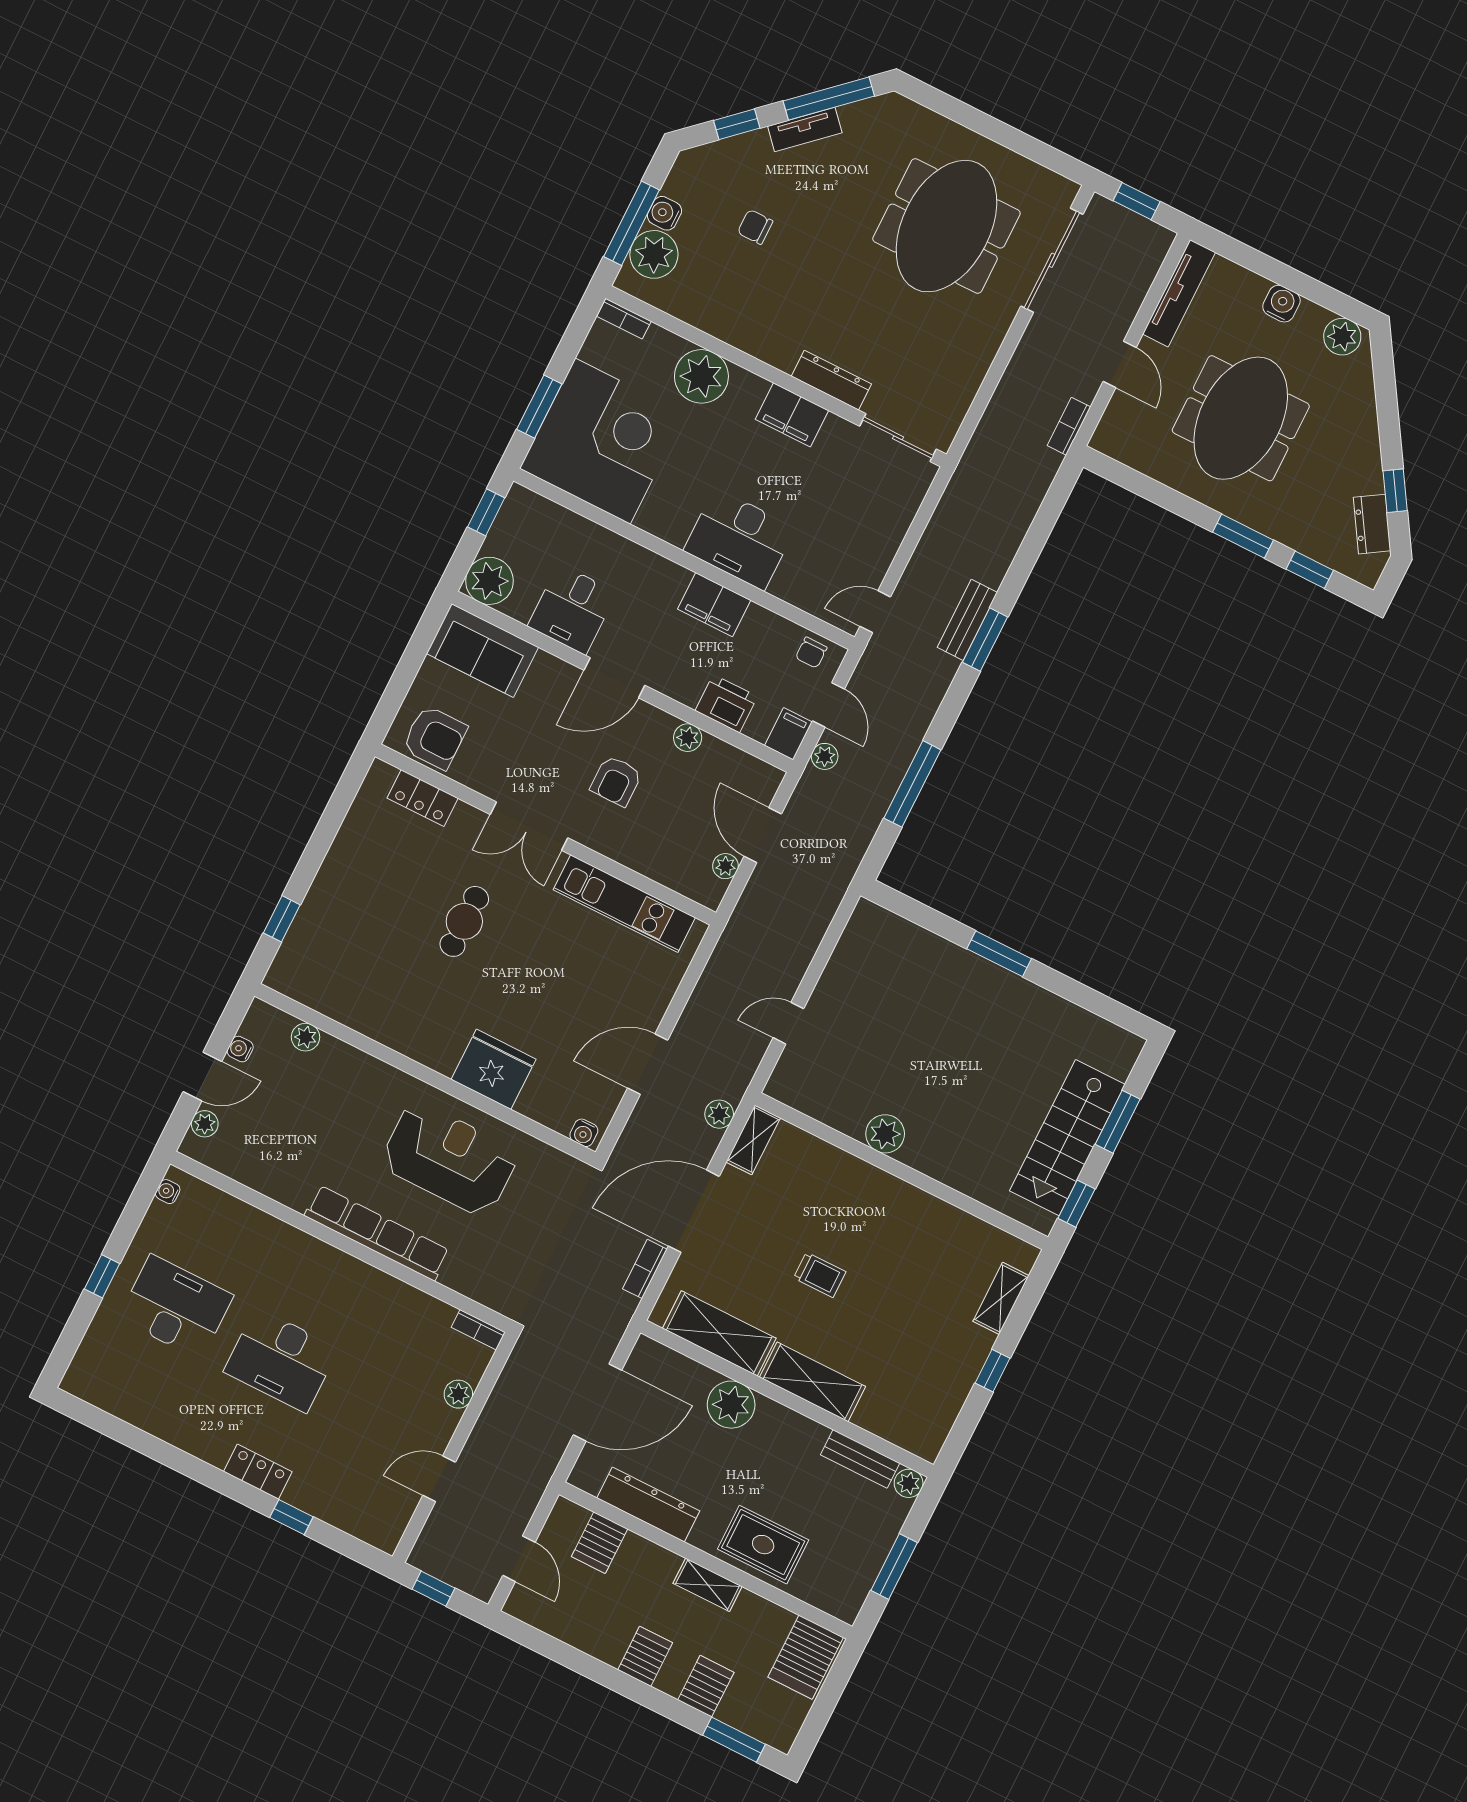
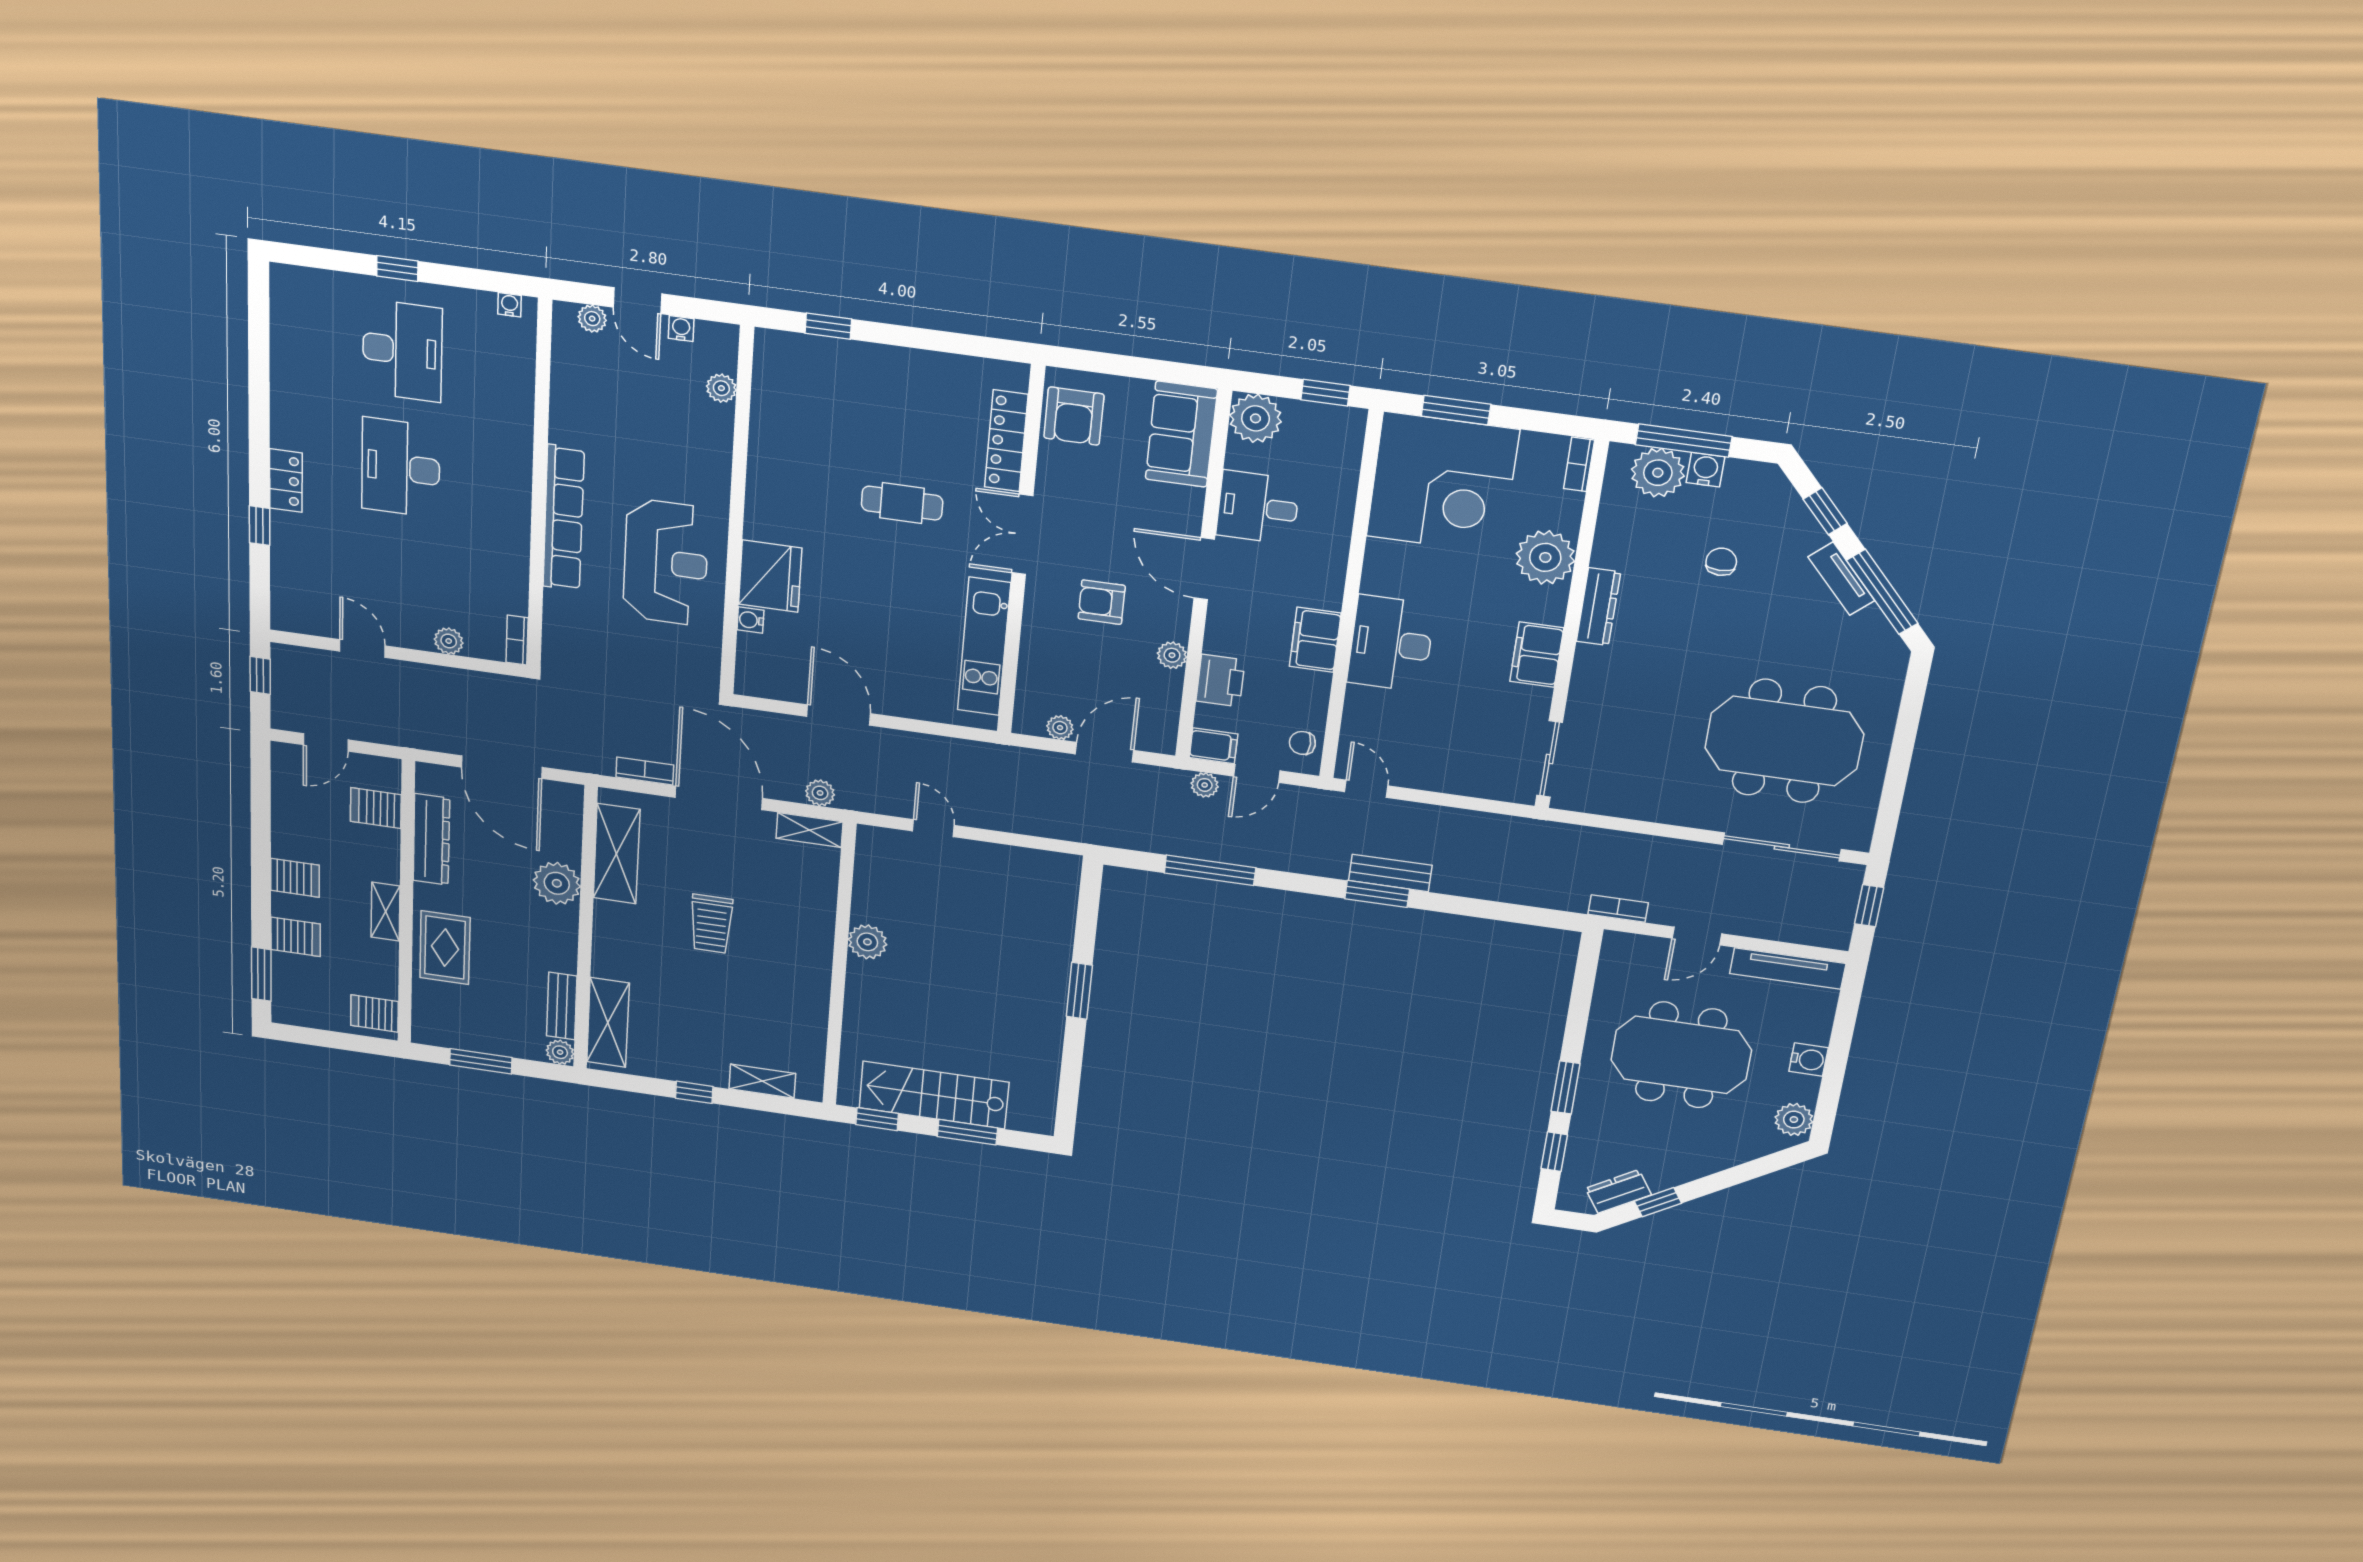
dresser: (831, 380) -> (1598, 607), moved
locker: (423, 798) -> (1006, 441), width x1.53
water cooler: (584, 1133) -> (750, 620), moved
trolley: (820, 1275) -> (711, 924), width x1.36, depth x1.39
shelving: (813, 1382) -> (608, 1022), moved
server rack: (806, 1657) -> (374, 1013), width x0.73, depth x0.70

